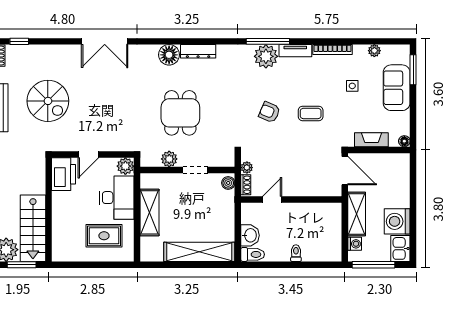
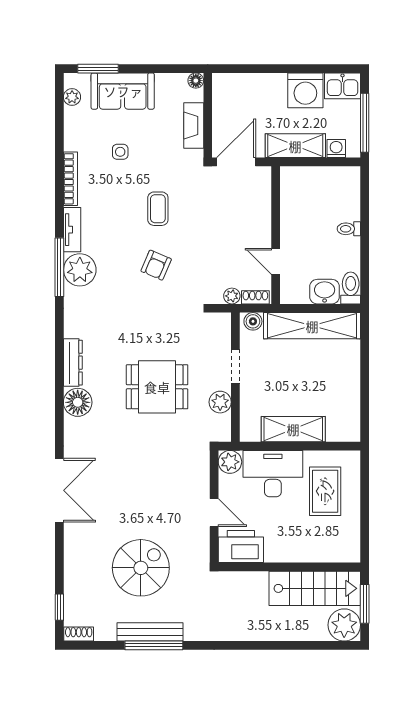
plant: (374, 51) -> (72, 97), moved
shelving: (199, 252) -> (312, 326), moved, turned 90

